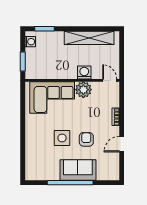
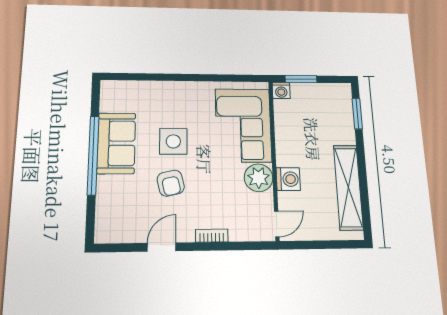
washing machine: (30, 42) -> (281, 90), moved
armchair: (86, 139) -> (171, 183), turned 77
door: (122, 144) -> (162, 247), hinge flipped
sofa: (78, 170) -> (116, 143), moved

